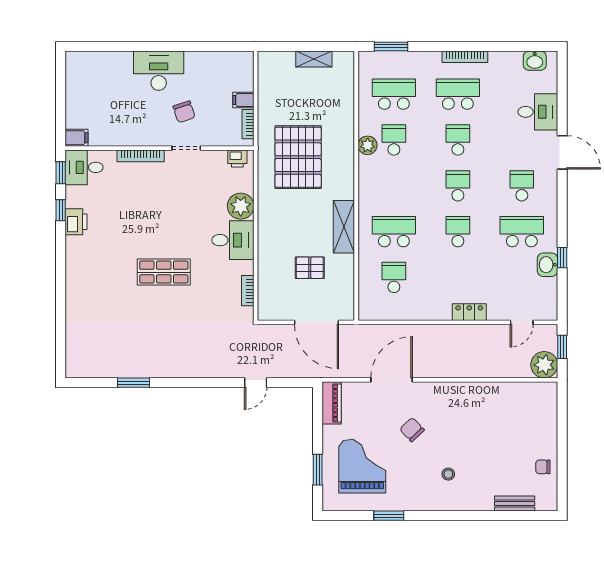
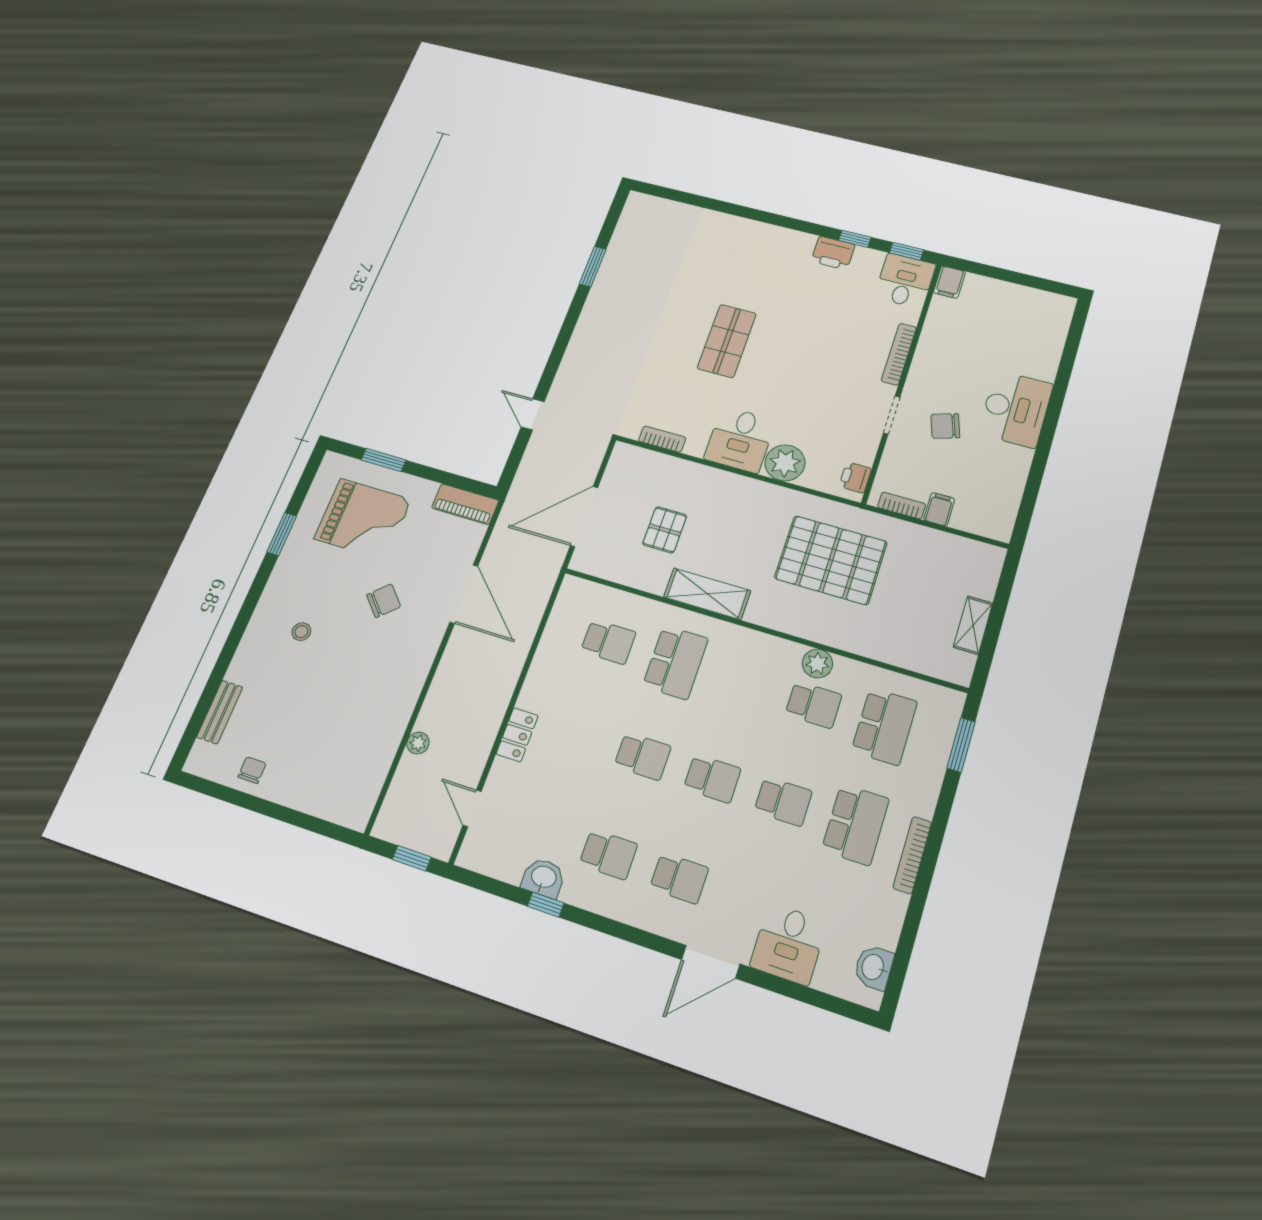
school desk: (522, 232) -> (608, 854), width x0.54
plant: (544, 365) -> (418, 743), moved, width x0.53, depth x0.53

